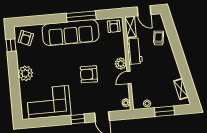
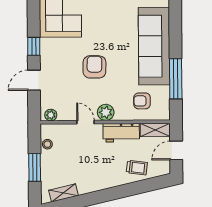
window: (81, 16) -> (176, 79), moved
armchair: (114, 26) -> (142, 101), moved

